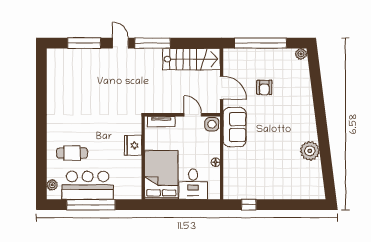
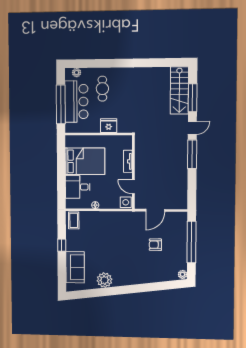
stairs: (191, 59) -> (179, 90), moved
door: (193, 115) -> (133, 187), swing flipped
sofa: (235, 127) -> (75, 267), moved, turned -90
fridge: (133, 145) -> (109, 126), moved
wall: (143, 158) -> (99, 134), moved
coffee table: (235, 189) -> (74, 220), added
window: (249, 205) -> (62, 245), moved

